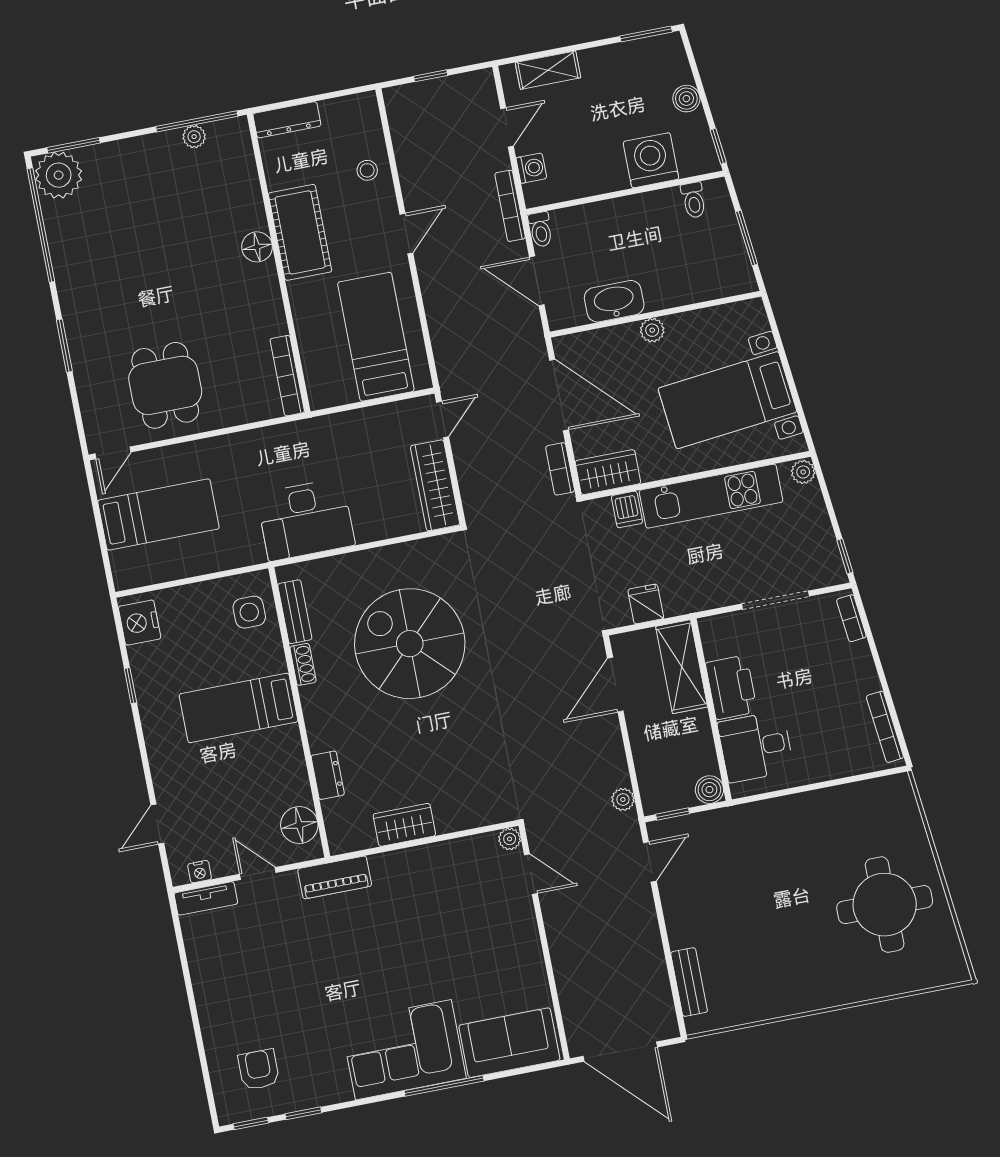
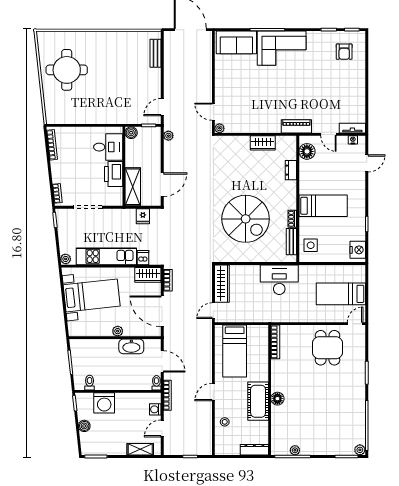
plant: (59, 175) -> (360, 450), width x0.53, depth x0.53

